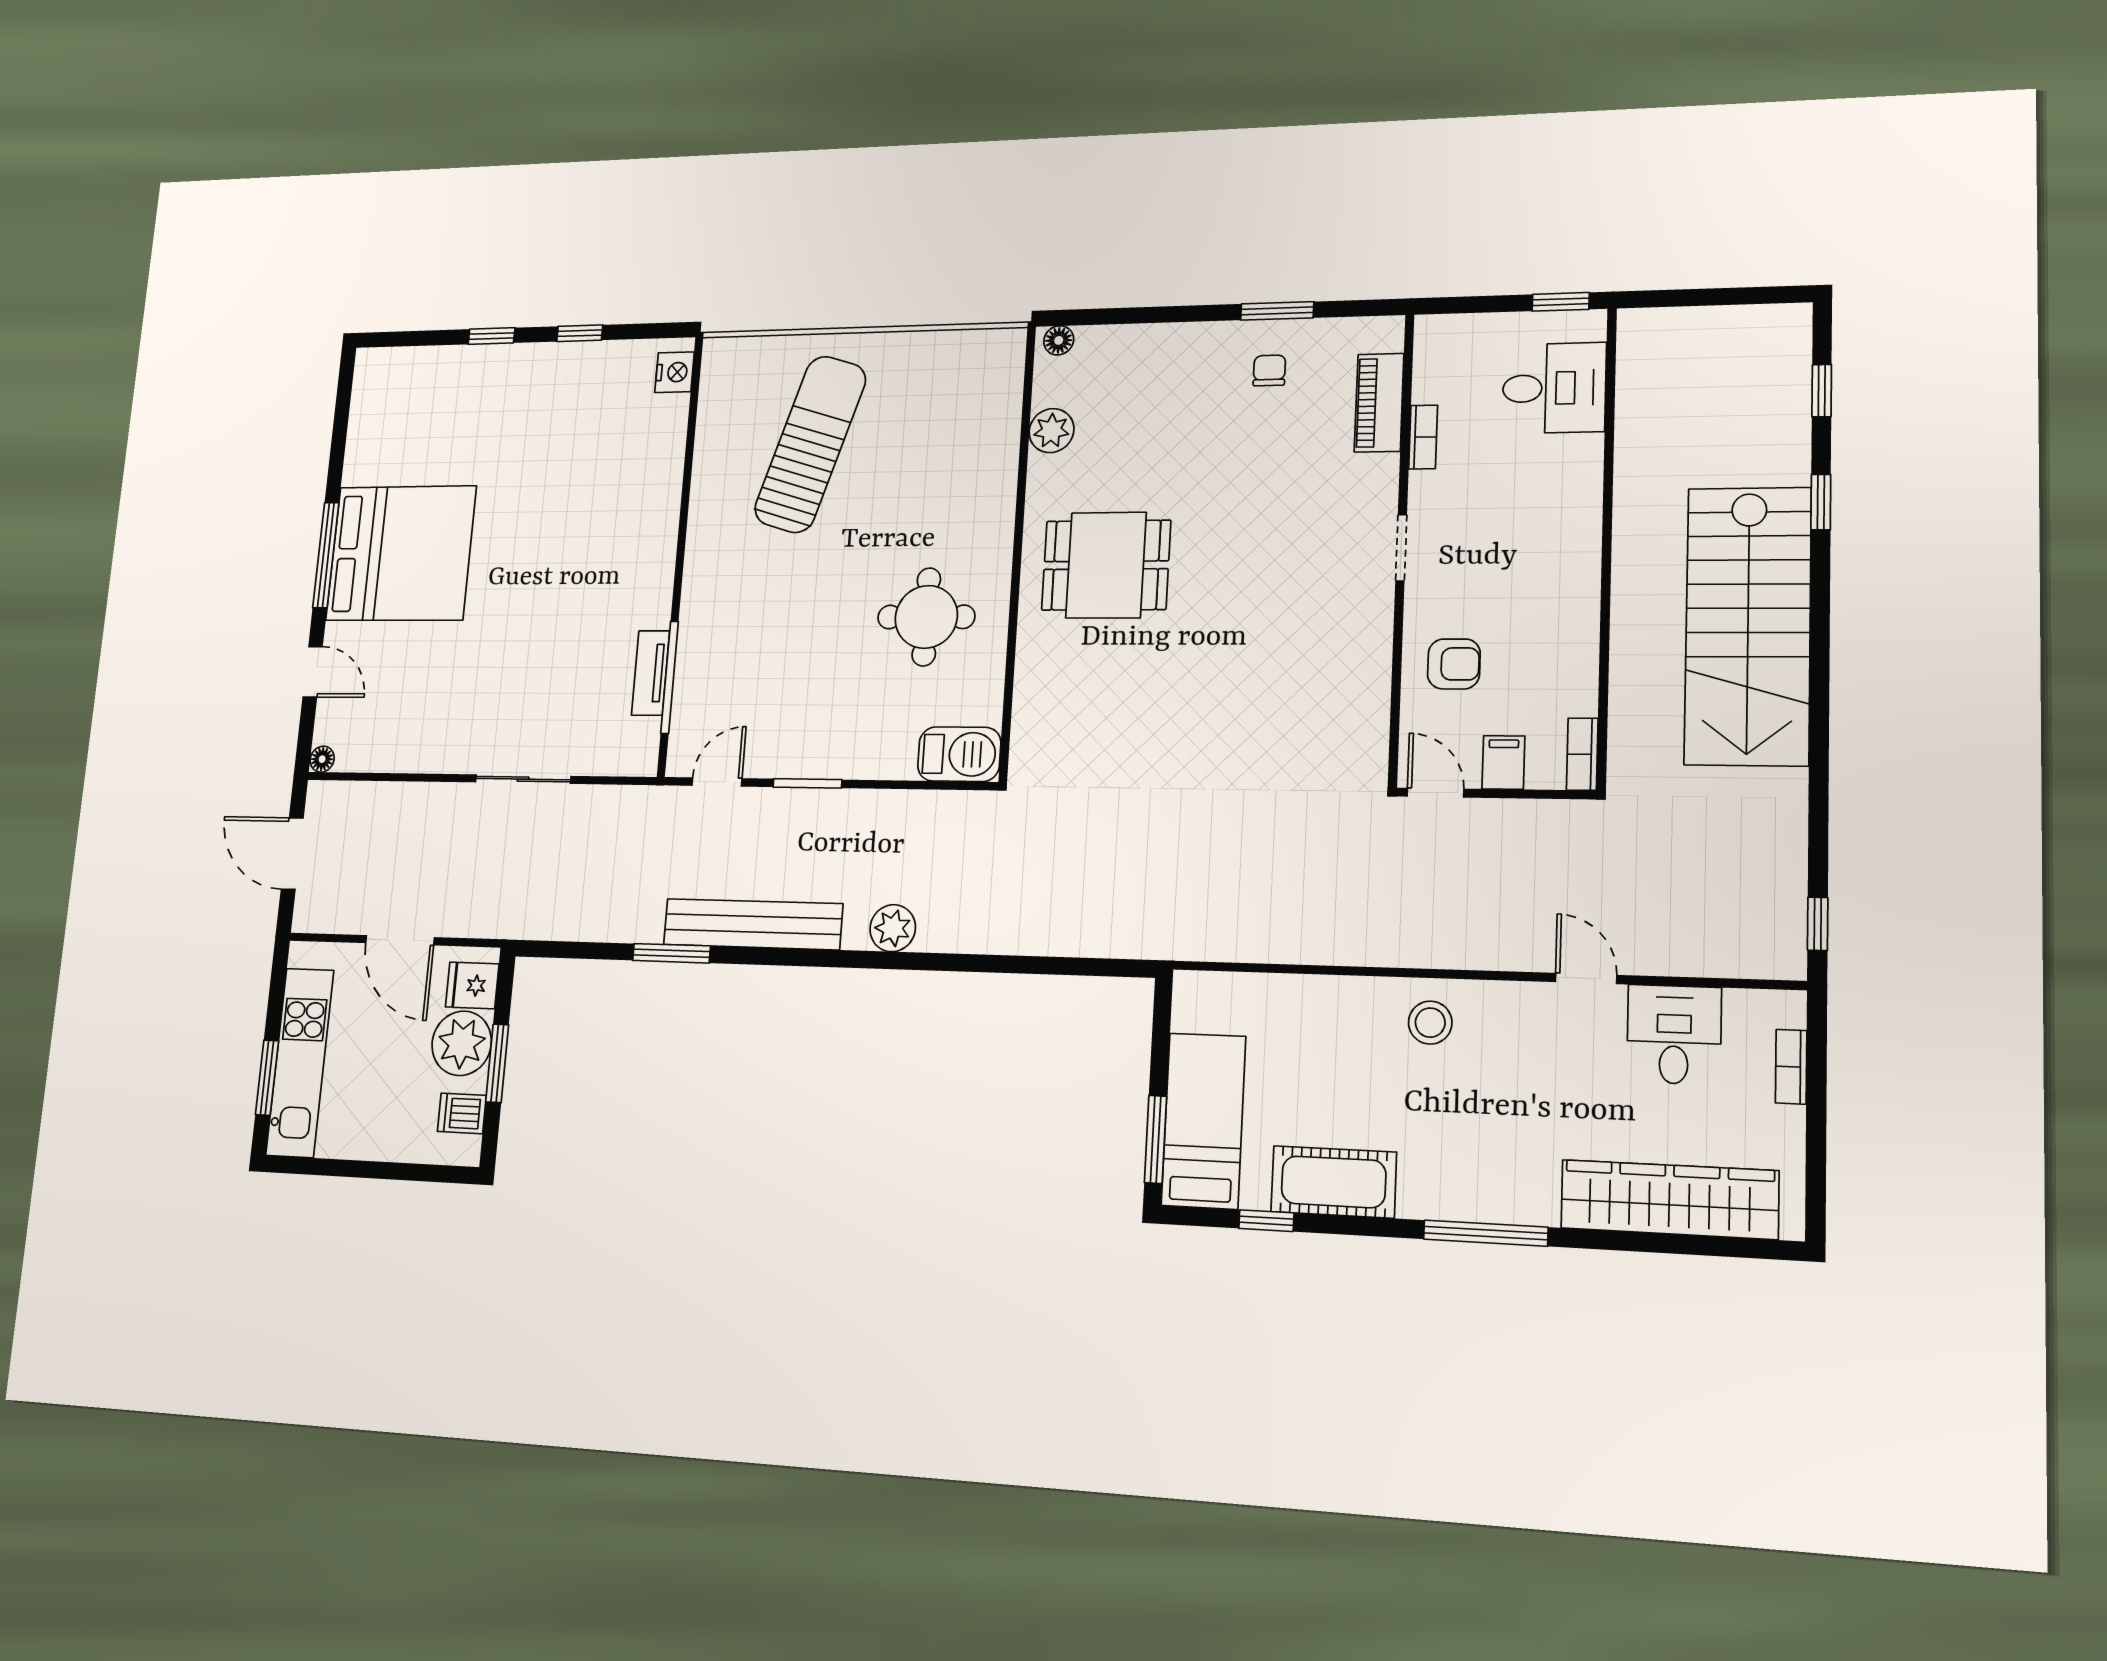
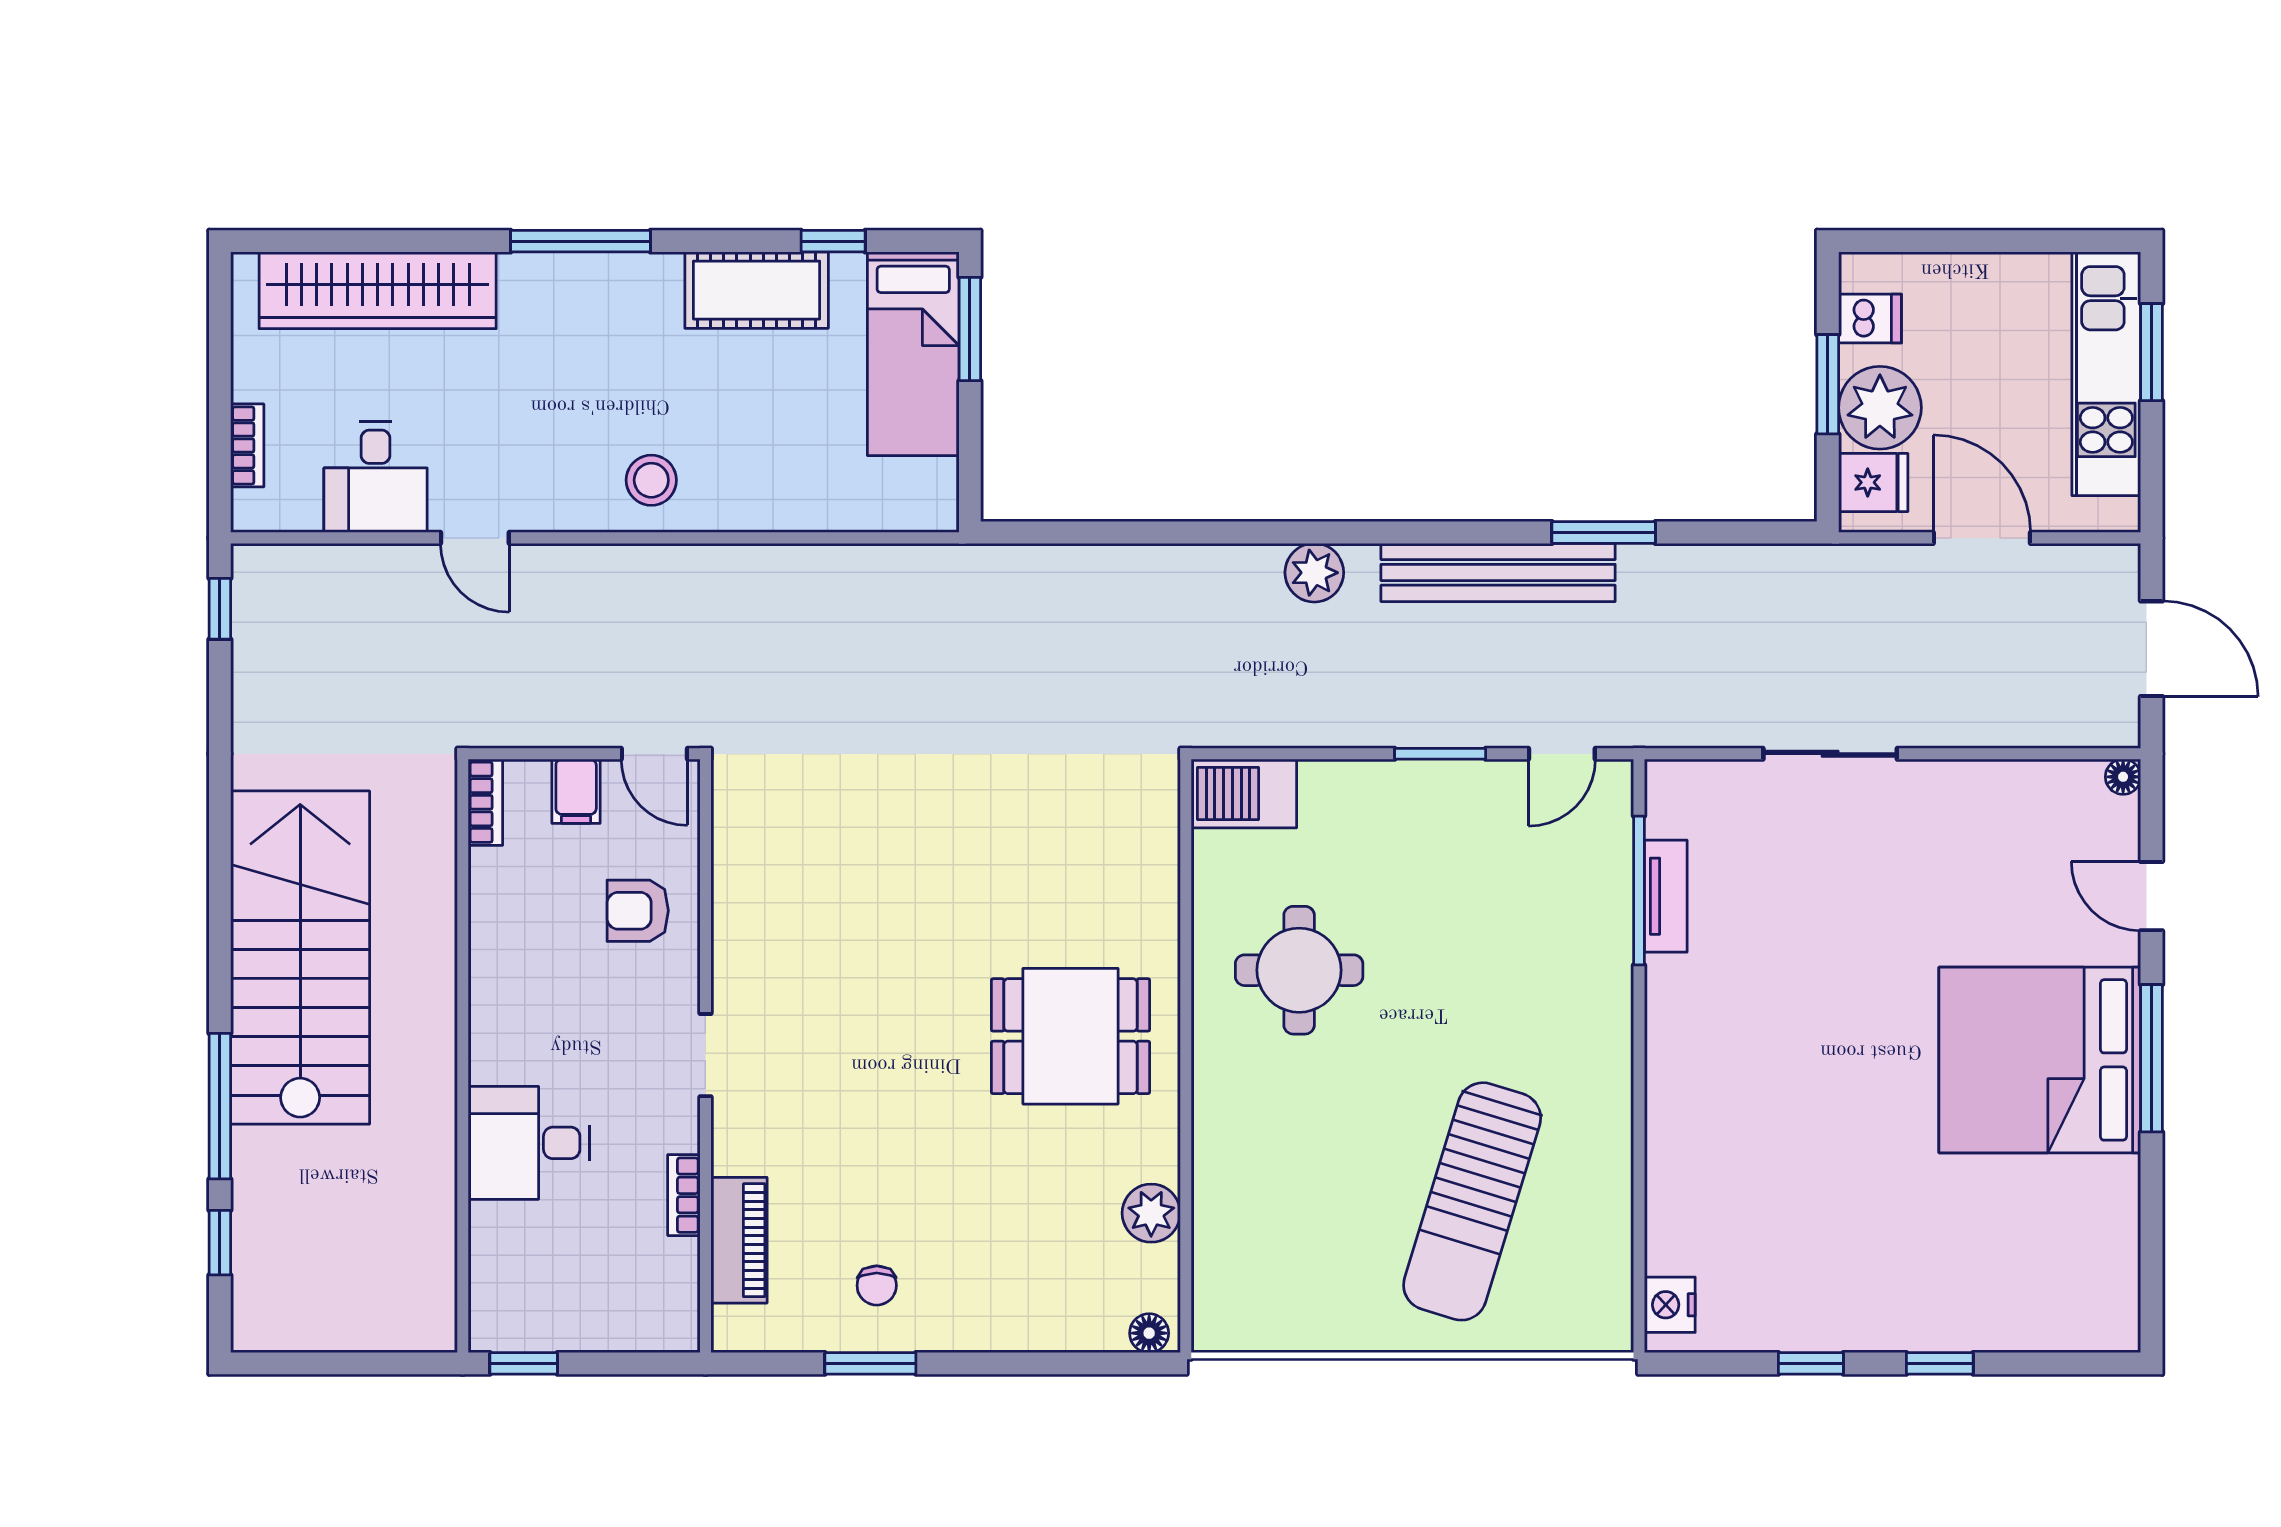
desk: (1554, 388) -> (529, 1143), moved
window: (1821, 502) -> (220, 1106), width x2.17

